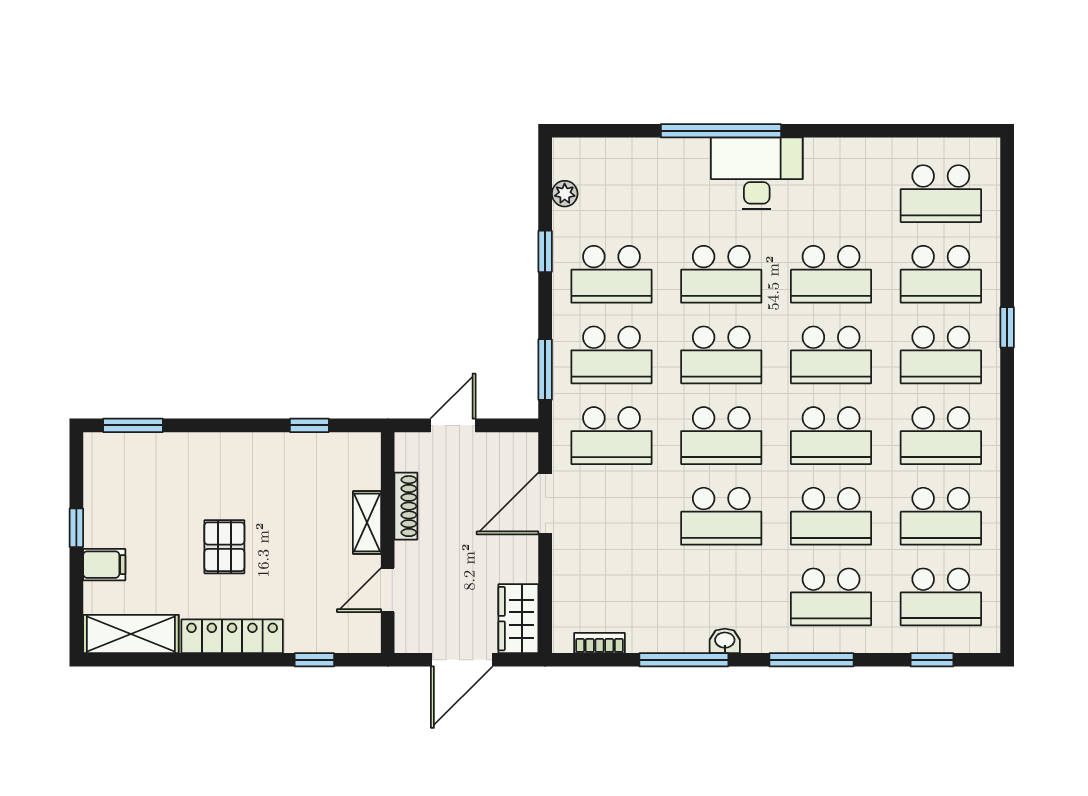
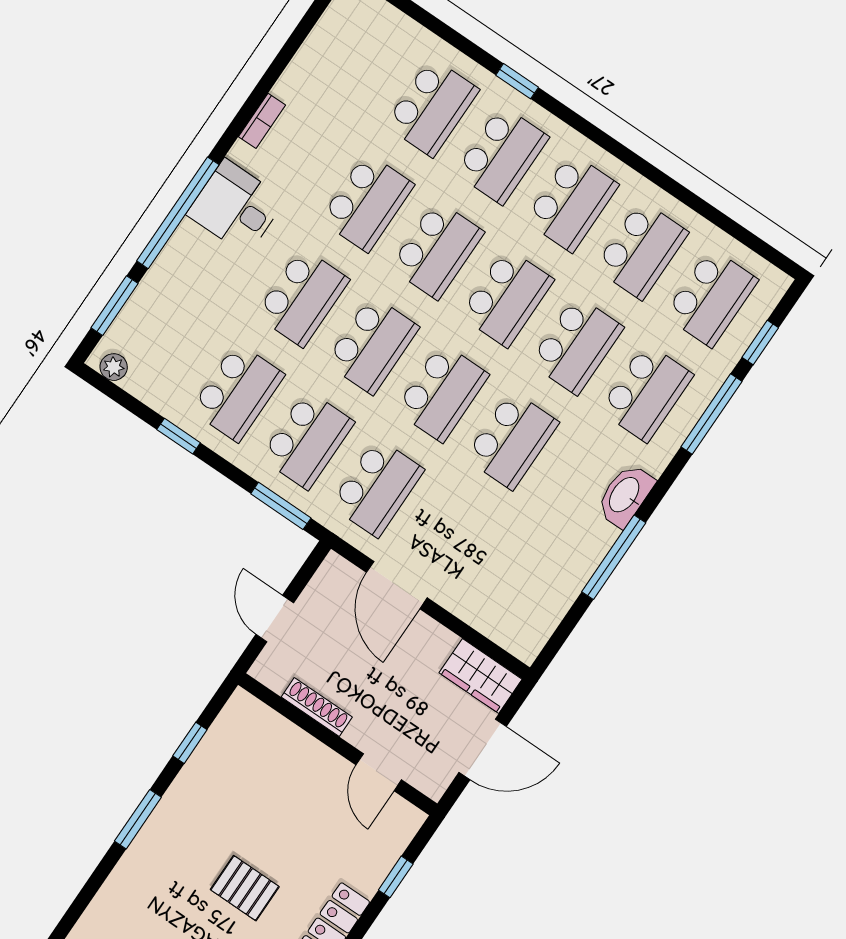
window: (614, 131) -> (115, 306), added
desk: (757, 173) -> (236, 207), width x0.73
plant: (565, 194) -> (114, 367), moved
school desk: (941, 194) -> (362, 60), removed
window: (133, 425) -> (138, 819), moved
shelving: (367, 522) -> (308, 750), removed
washbasin: (725, 641) -> (625, 495), width x1.91, depth x1.45
bookcase: (600, 643) -> (262, 121), moved, turned 180
door: (462, 660) -> (483, 749), hinge flipped
window: (812, 660) -> (711, 414), moved

